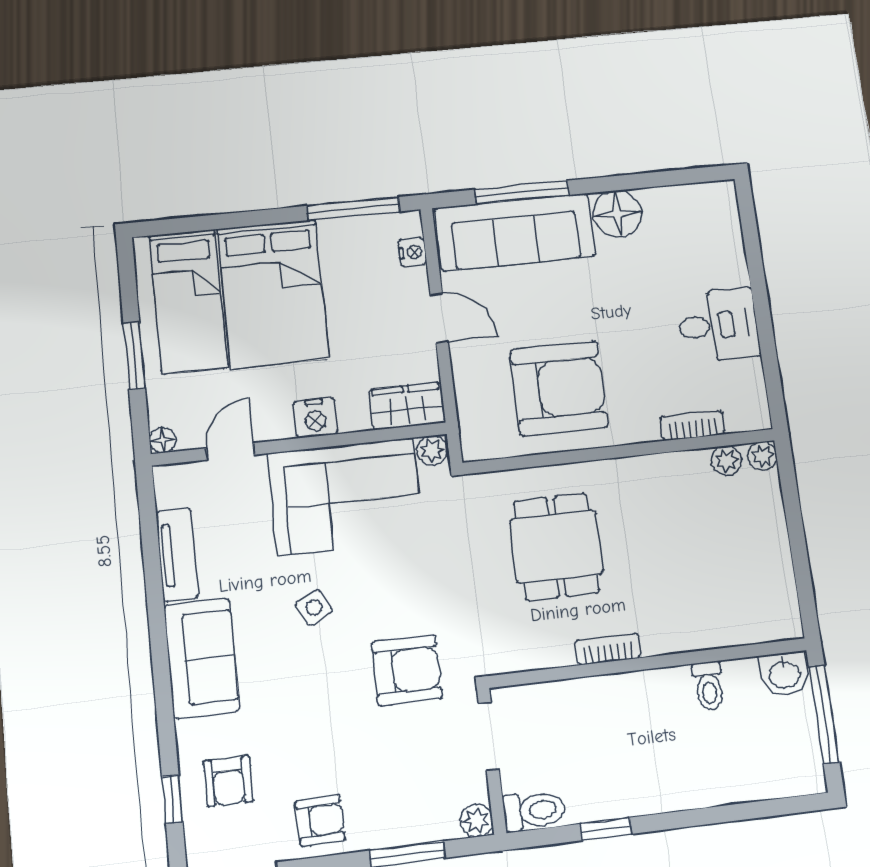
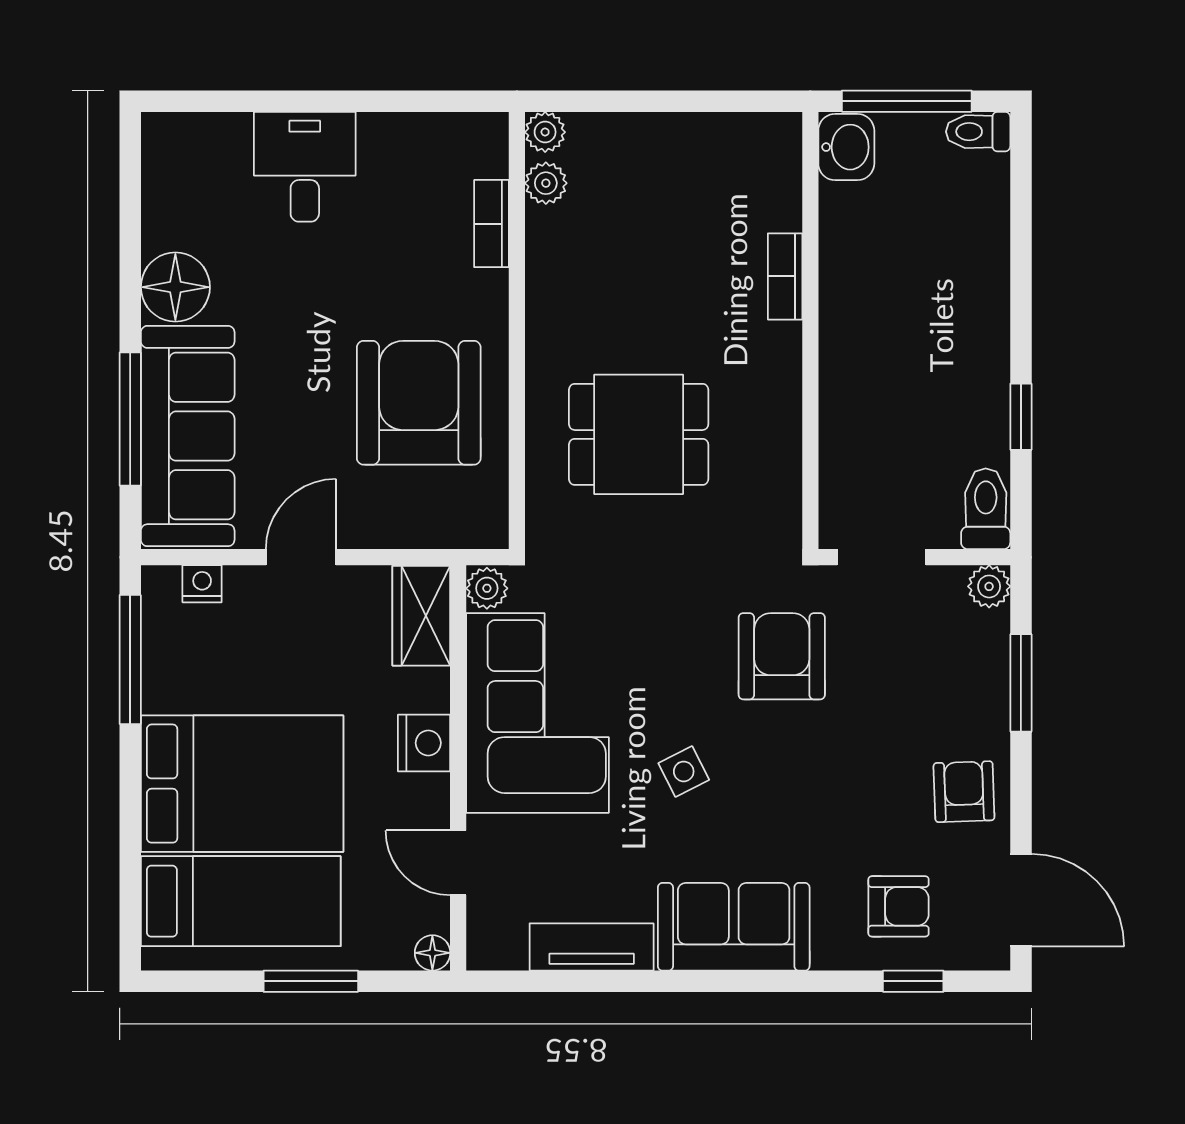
desk: (718, 325) -> (305, 167), moved
bookcase: (608, 649) -> (785, 276), moved
toilet: (709, 686) -> (978, 132), moved, turned 180

